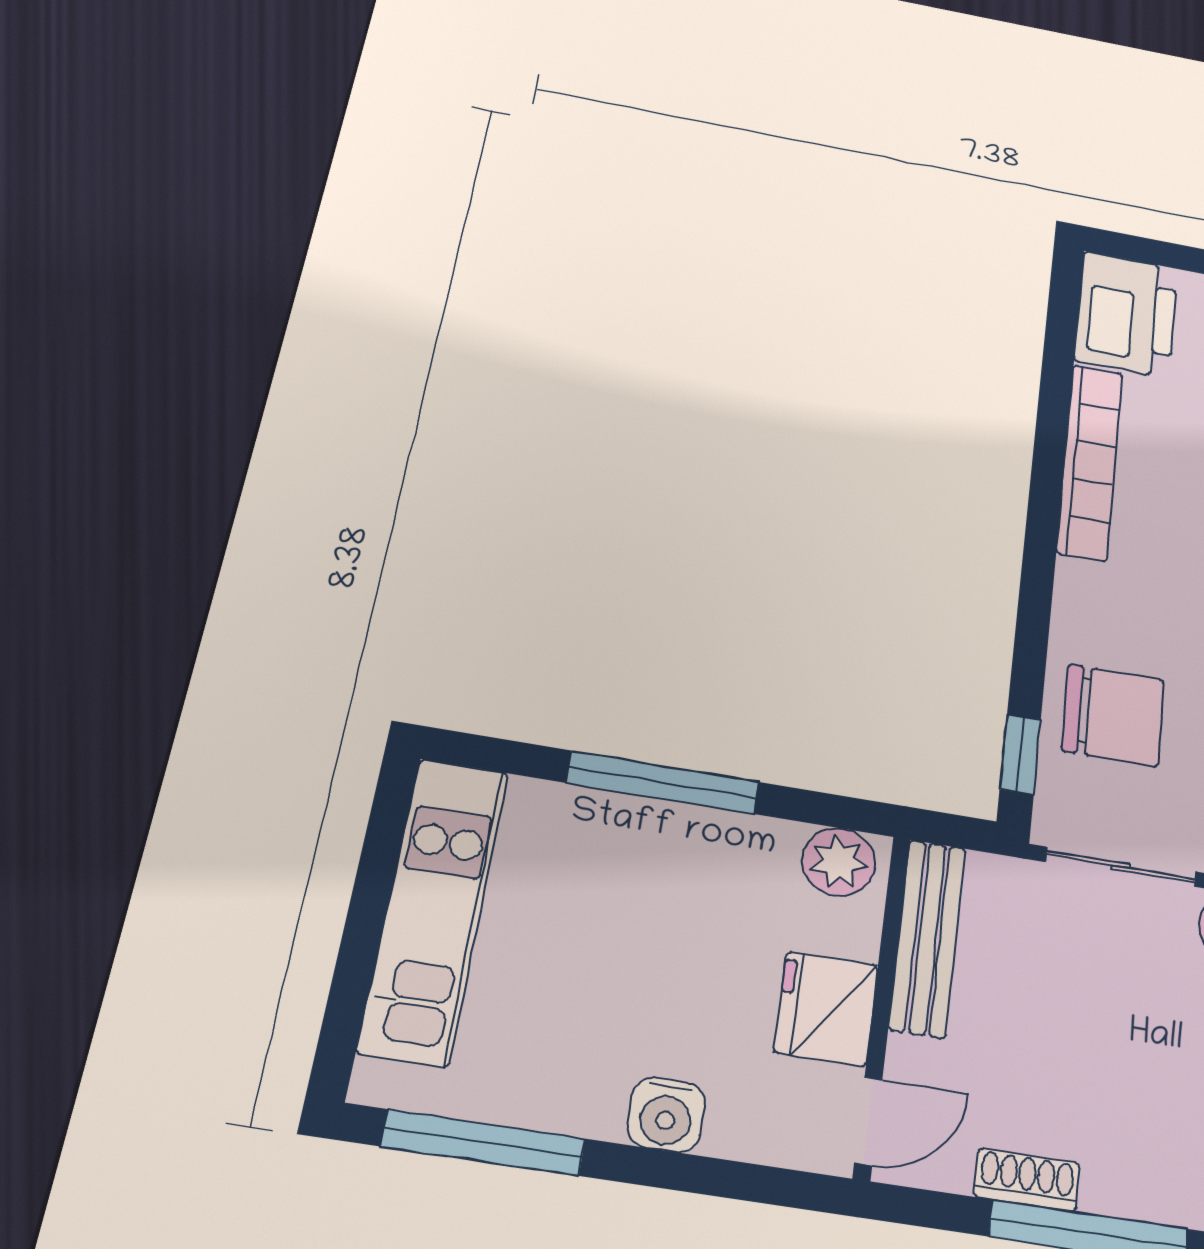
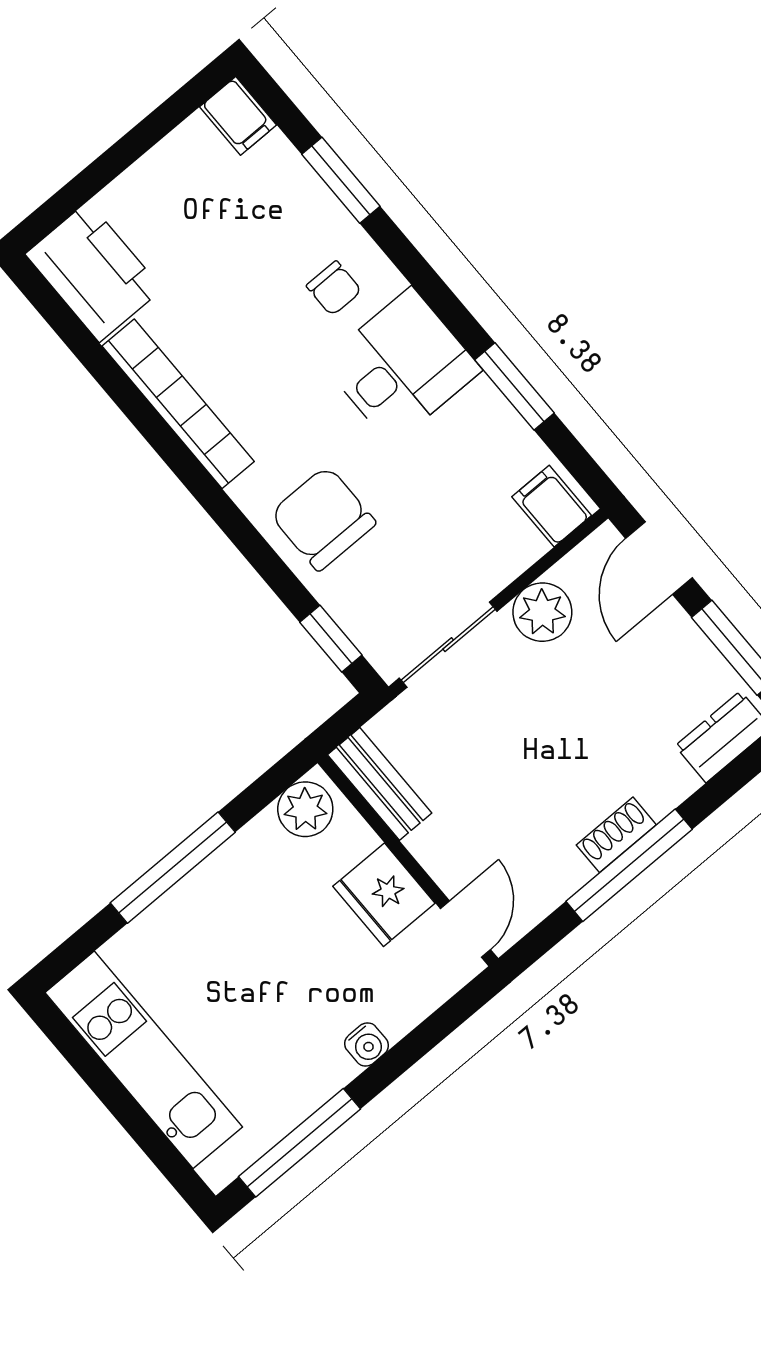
chair: (1113, 715) -> (323, 518), moved, turned -90
bench: (927, 938) -> (380, 784), width x0.73
water cooler: (666, 1115) -> (367, 1044), width x0.72, depth x0.72
shoe rack: (1027, 1180) -> (616, 835), moved

